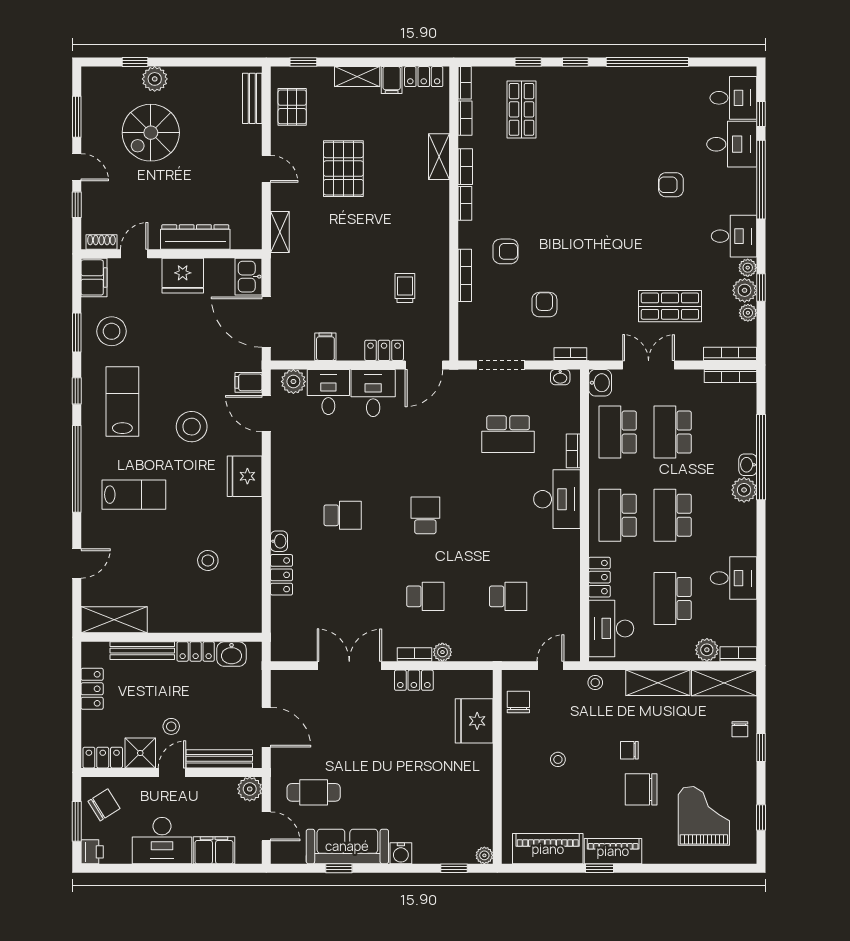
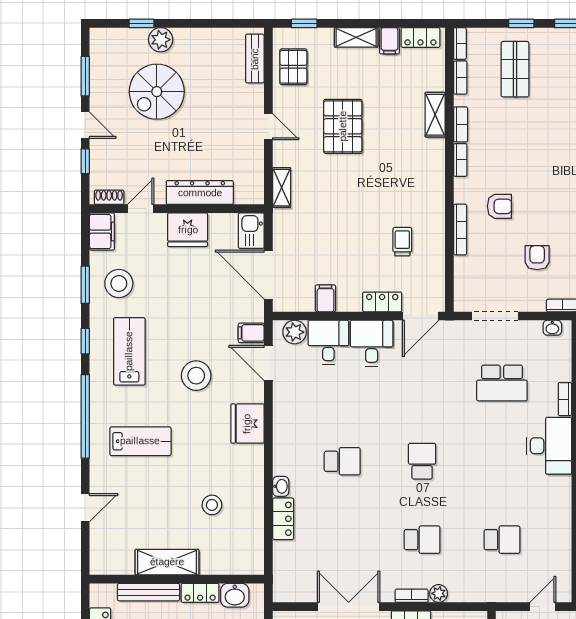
shelving: (114, 620) -> (167, 562), moved

